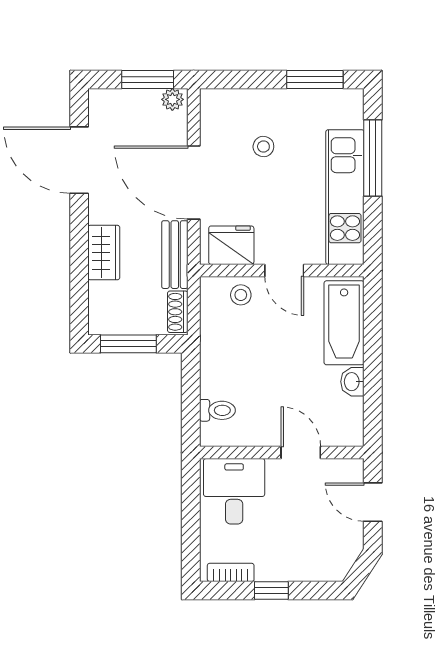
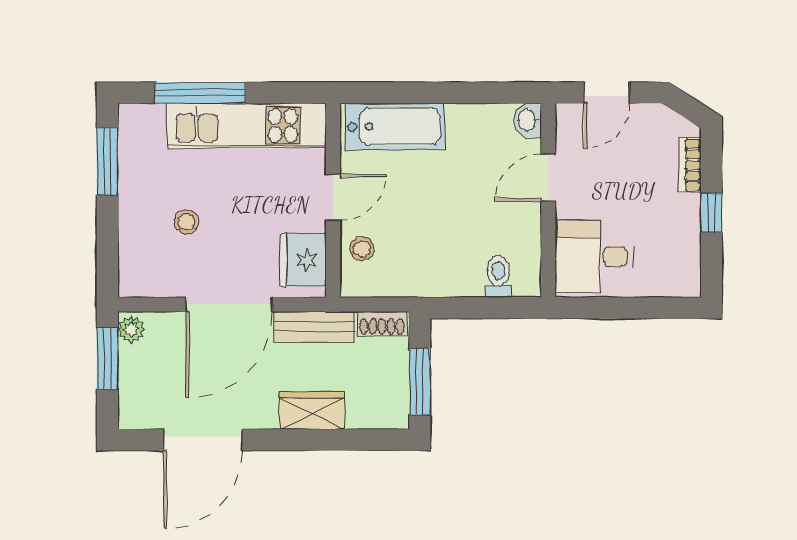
washbasin: (352, 382) -> (528, 120), moved, turned 90
bookcase: (231, 572) -> (690, 165), moved

